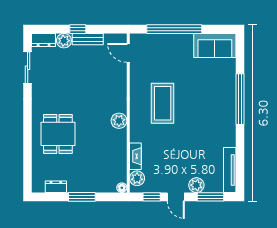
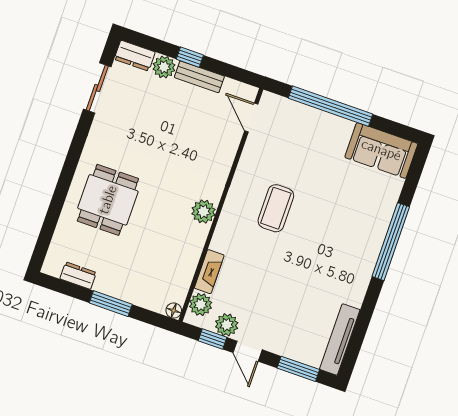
coffee table: (163, 103) -> (276, 208), width x0.73, depth x0.76
plant: (196, 185) -> (227, 325), moved

